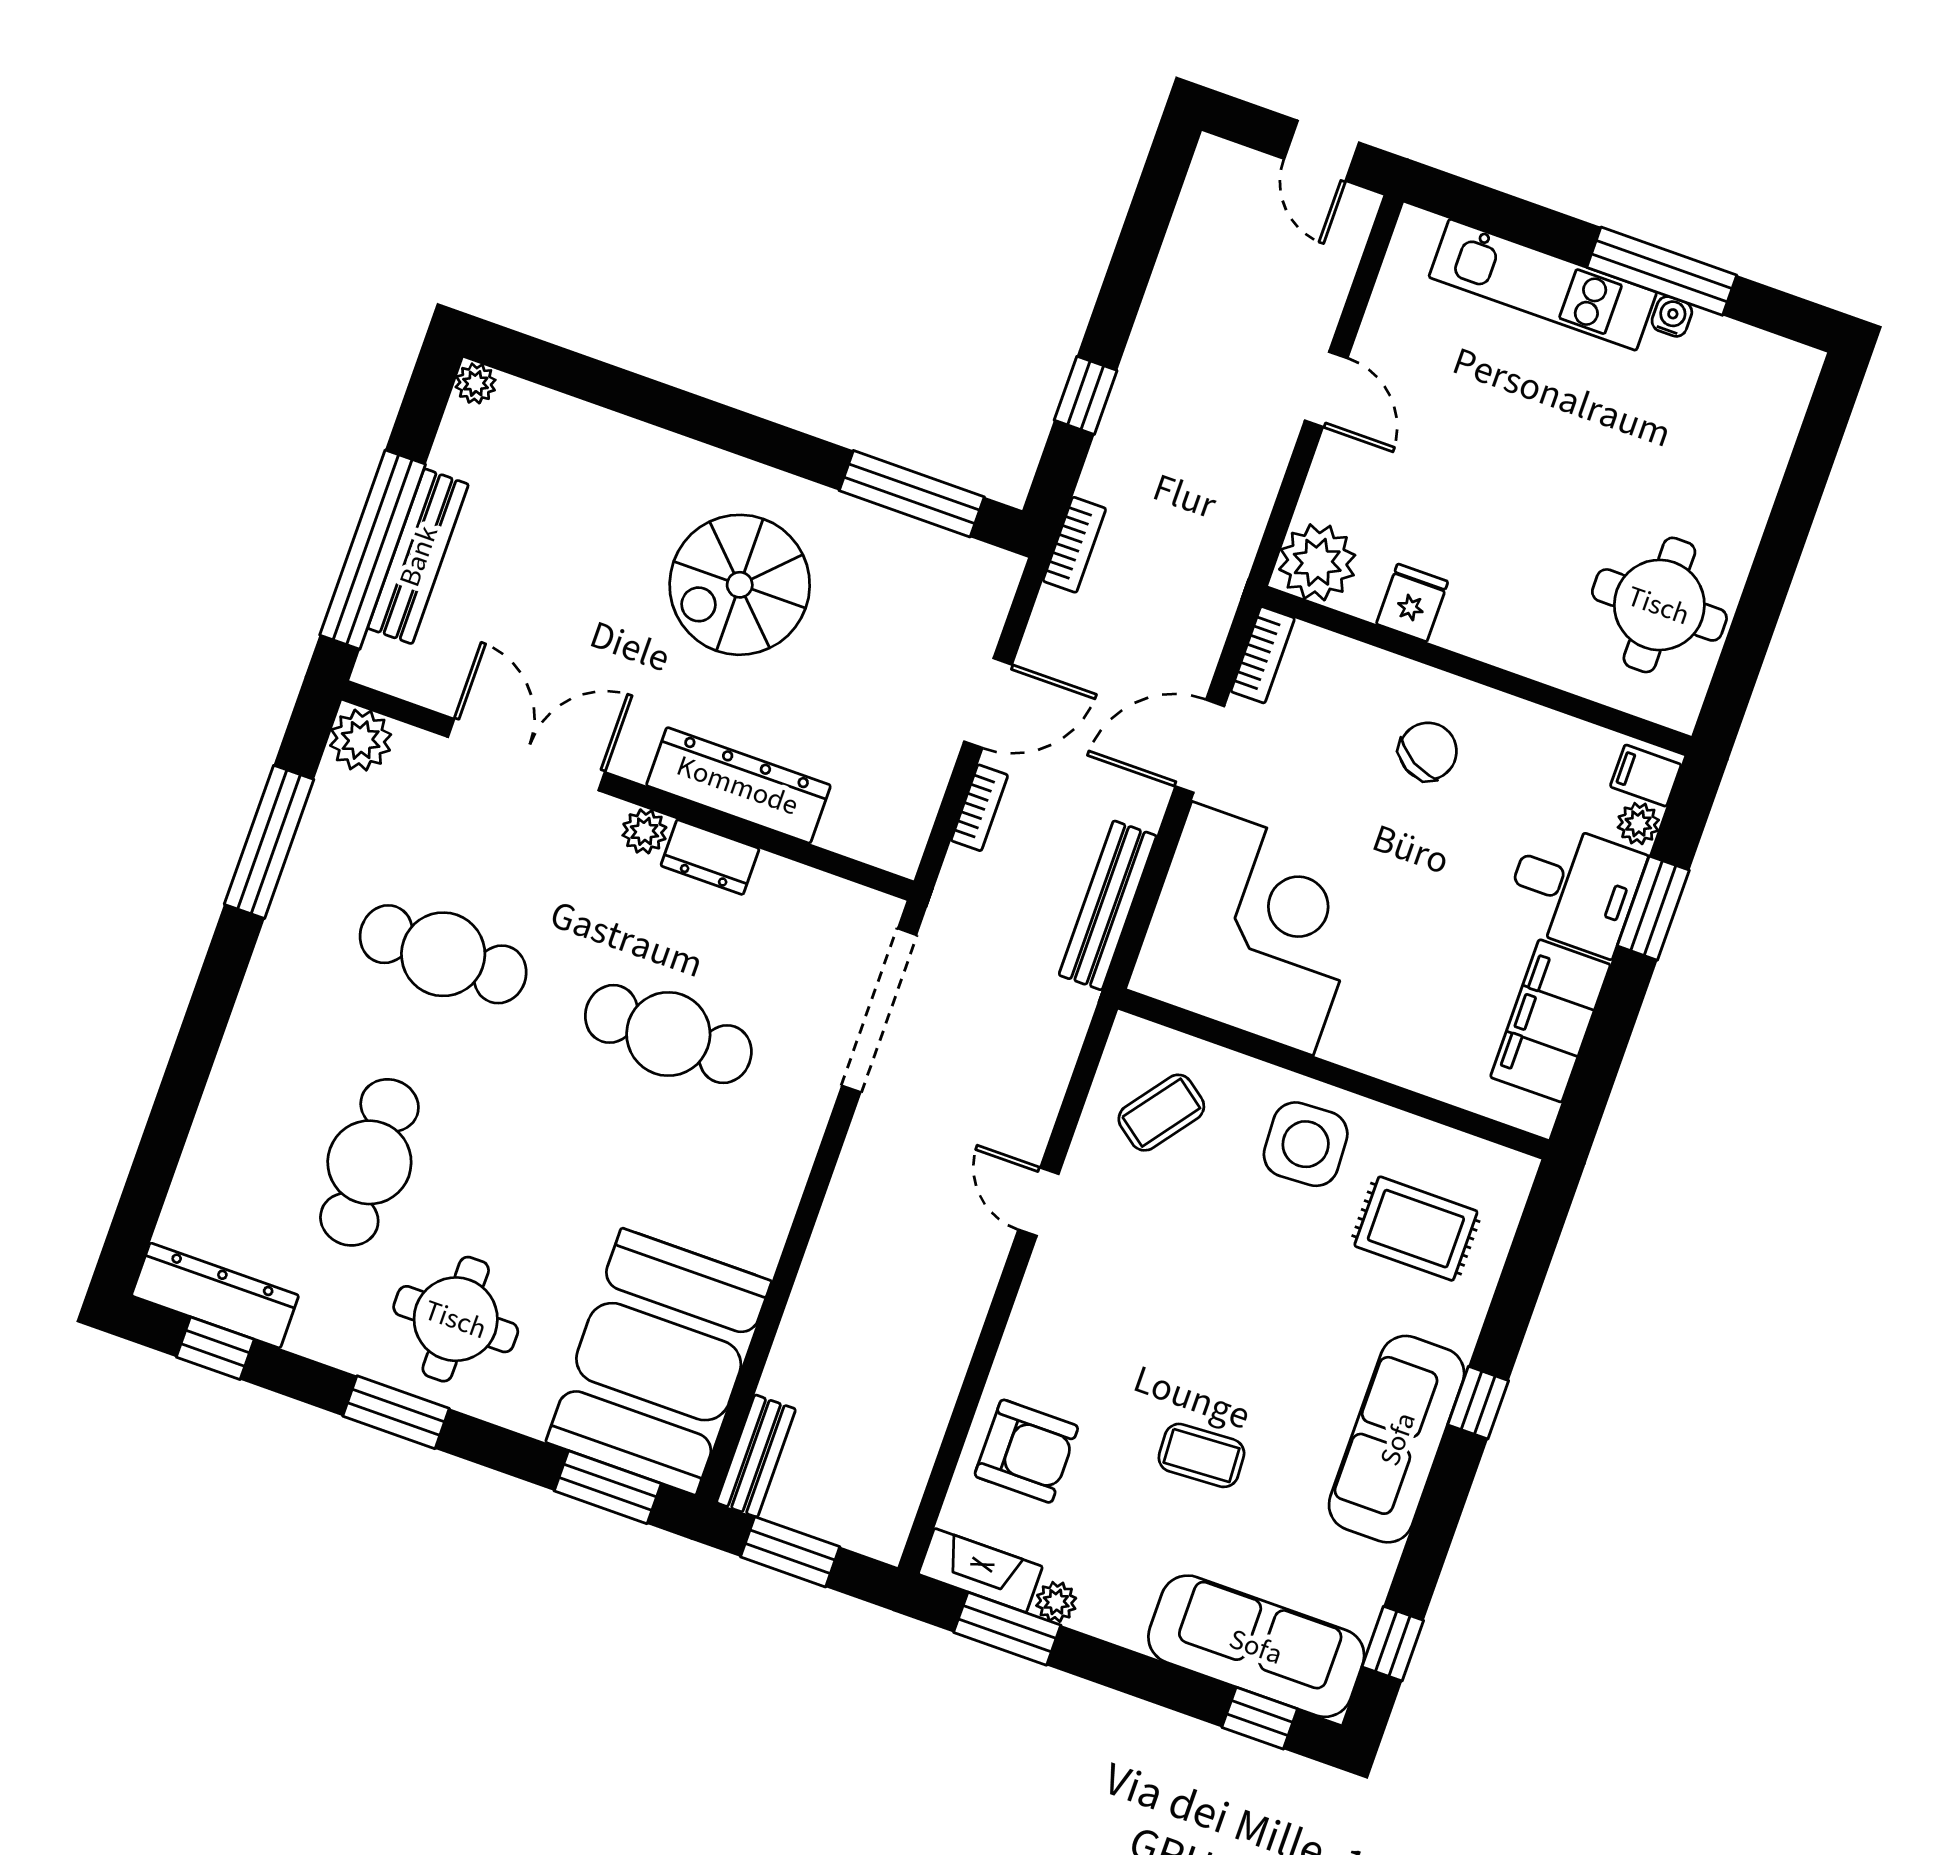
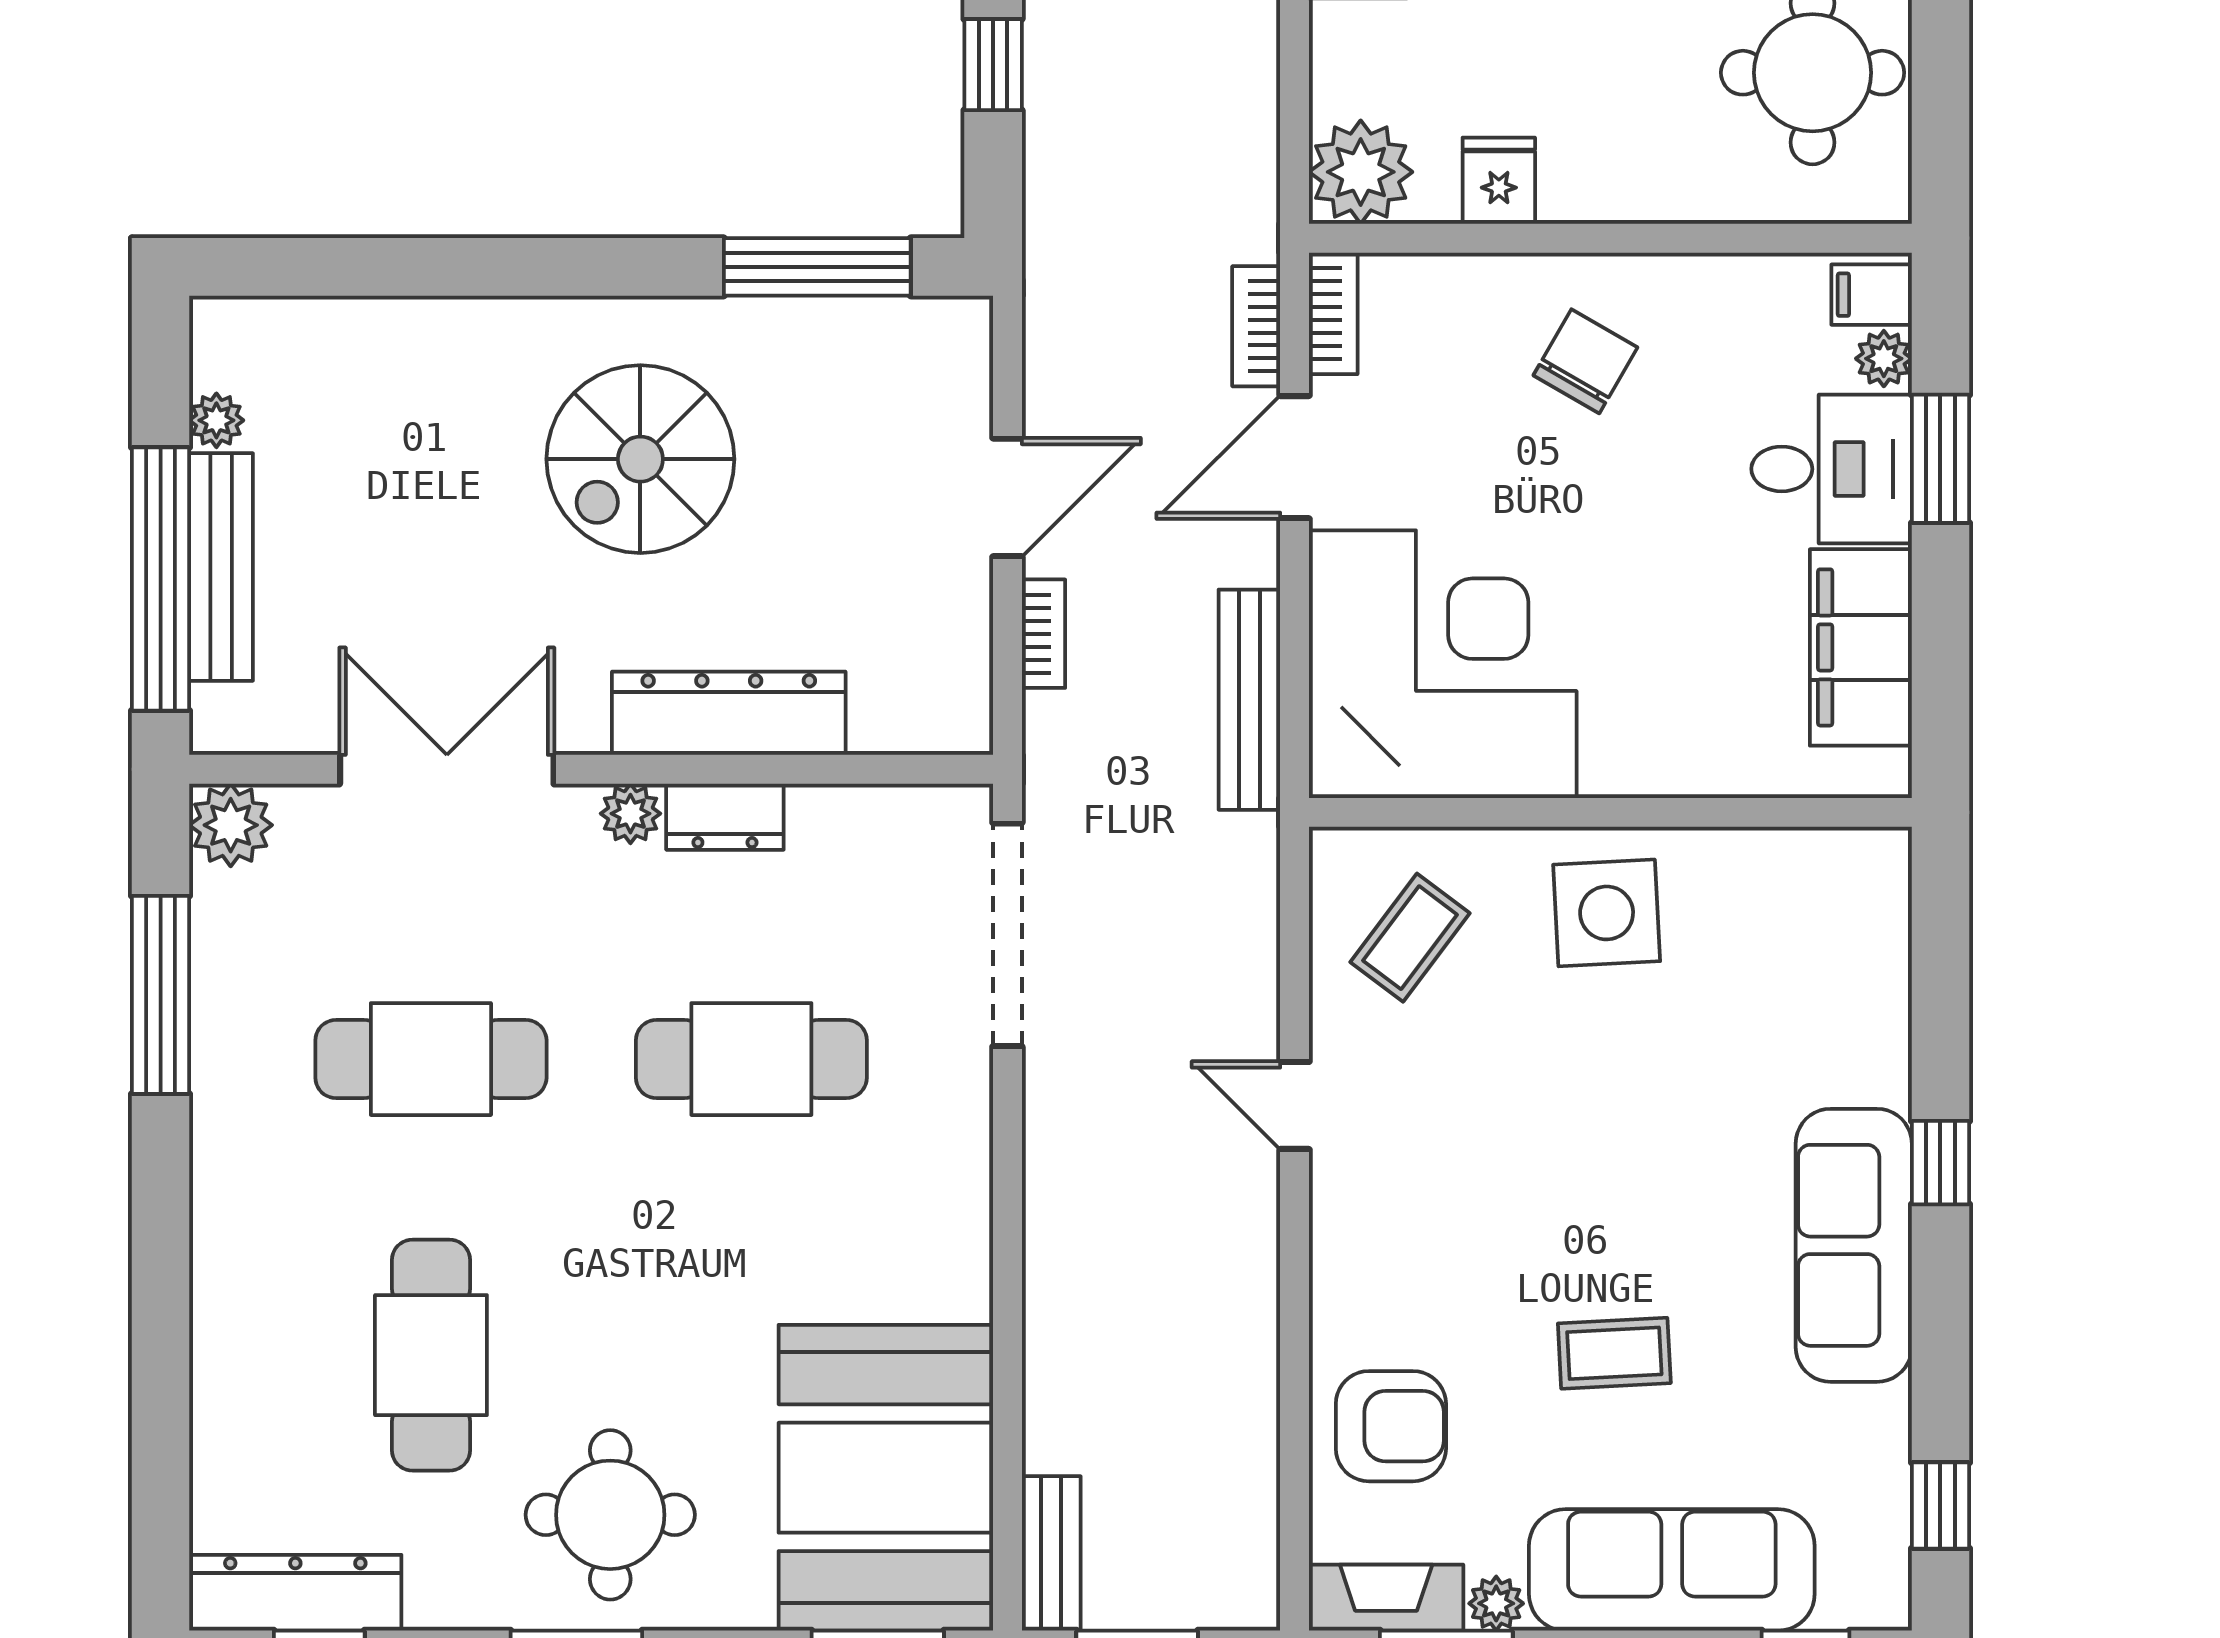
plant: (476, 383) -> (216, 420), moved
bookcase: (1074, 545) -> (1256, 326), moved, turned 180
rug: (1416, 1229) -> (1784, 970), removed
sofa: (1256, 1646) -> (1672, 1570), moved

